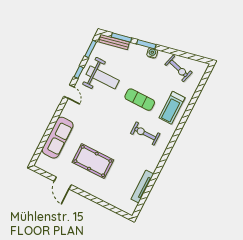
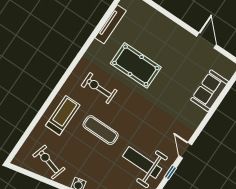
exercise bike: (145, 133) -> (99, 88), turned 180
sofa: (58, 138) -> (210, 91), width x0.73
pool table: (93, 161) -> (136, 65), moved

